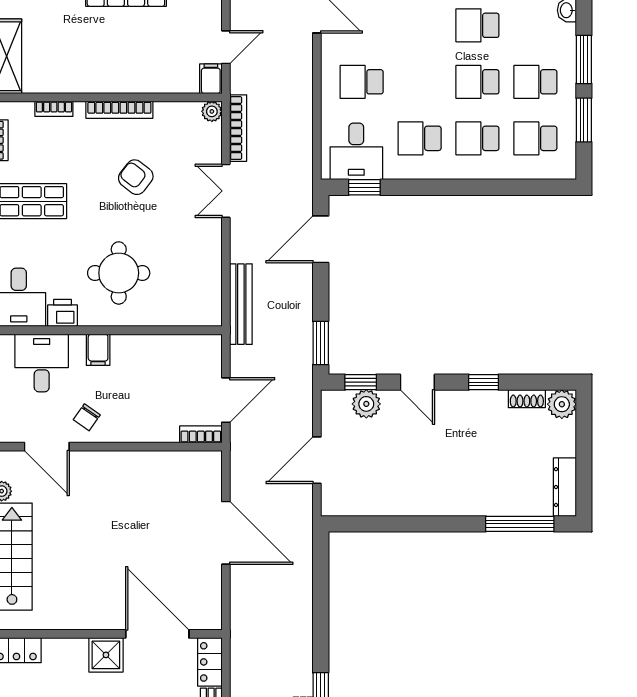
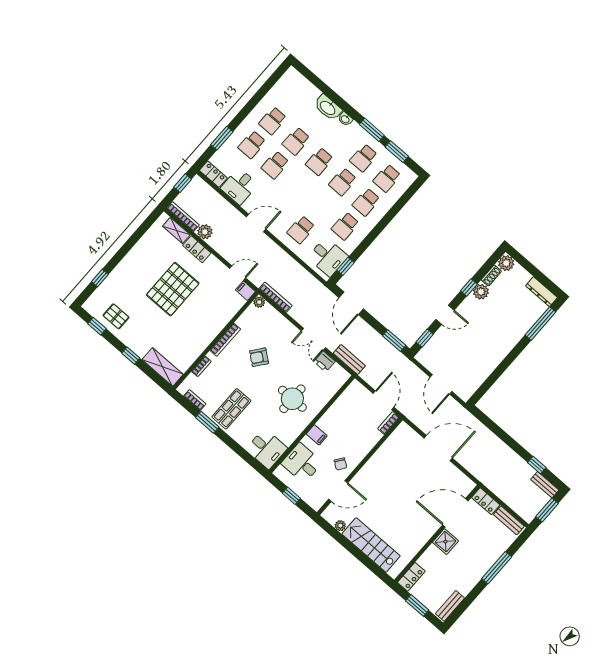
door: (226, 47) -> (238, 273), hinge flipped
double door: (226, 191) -> (313, 339), moved
bench: (241, 304) -> (349, 360), width x0.73
printer: (63, 313) -> (325, 361), moved, turned -90
plant: (366, 404) -> (481, 292), moved

